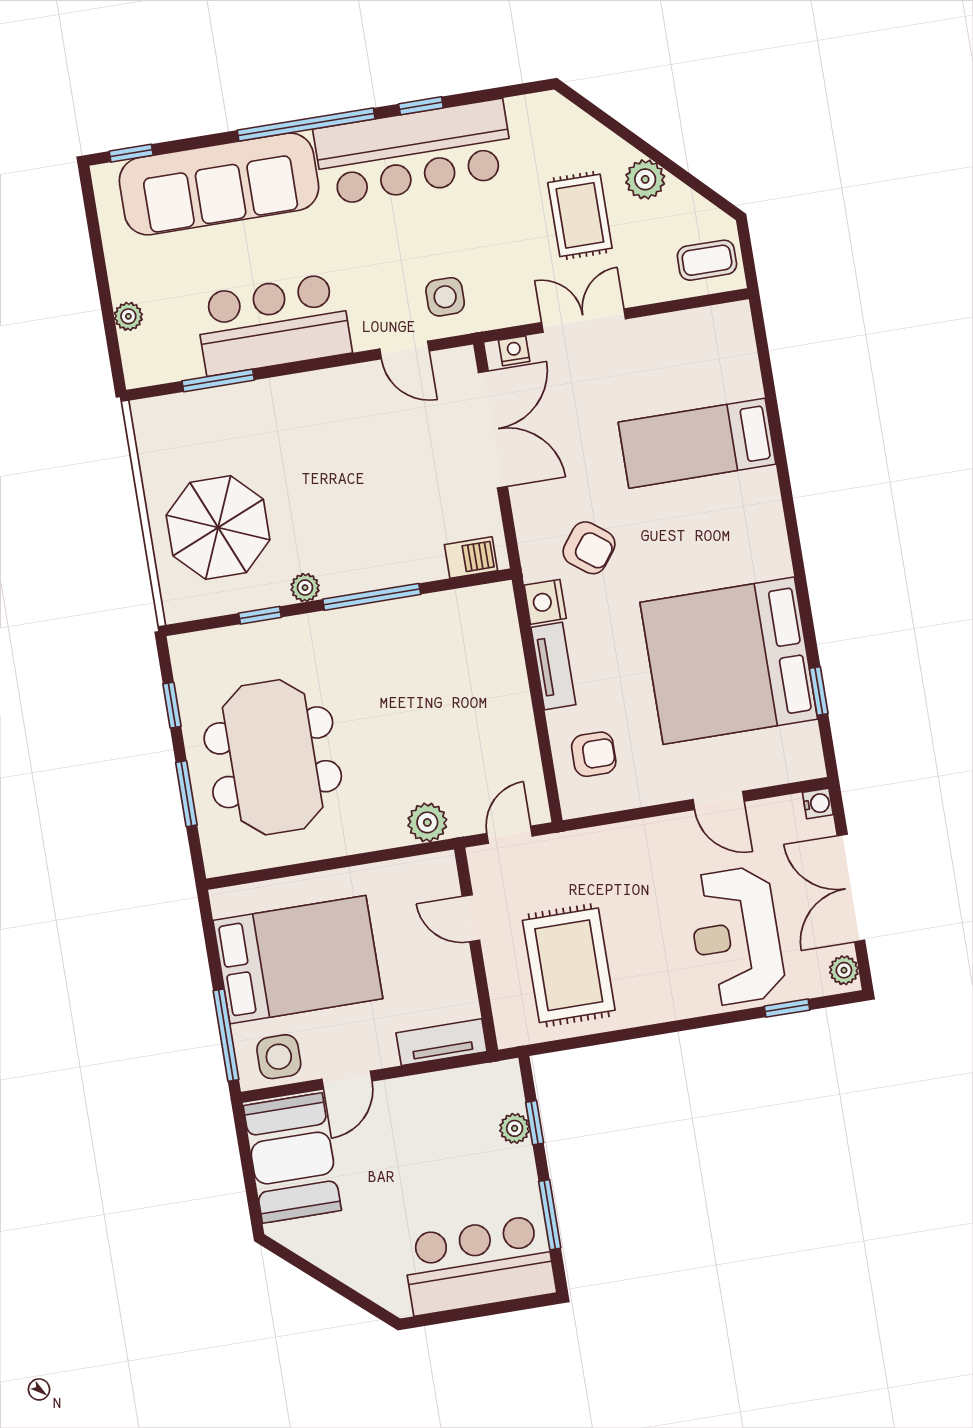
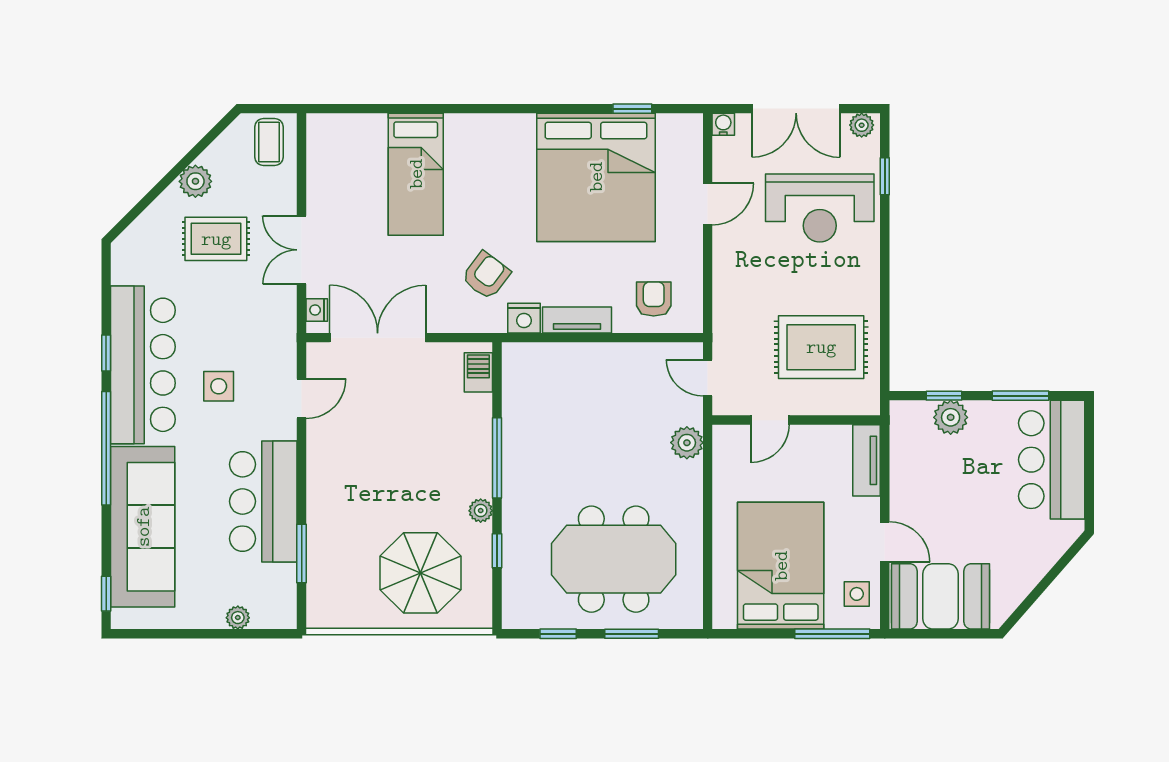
side table: (445, 297) -> (219, 386), moved
side table: (279, 1057) -> (857, 594), width x0.73, depth x0.73
plant: (515, 1128) -> (951, 417), width x1.38, depth x1.38

